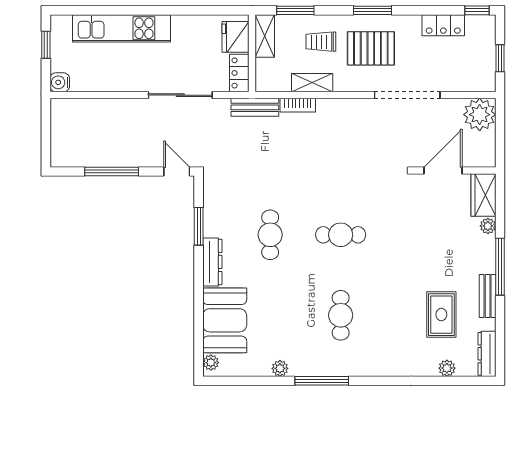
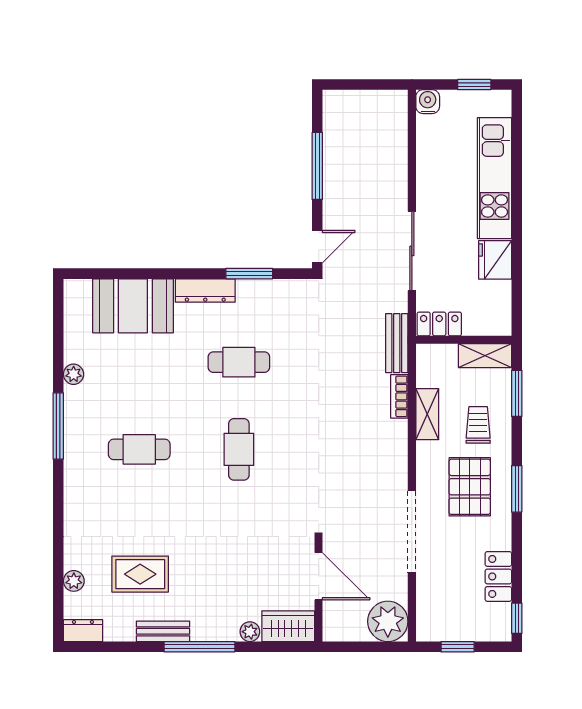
fridge: (236, 37) -> (495, 260), moved, turned -90
dresser: (487, 354) -> (83, 631), width x0.70
plant: (211, 363) -> (81, 289), removed

